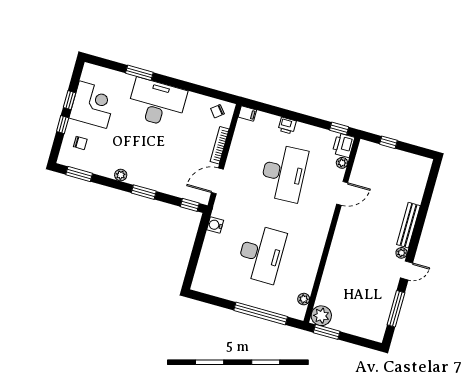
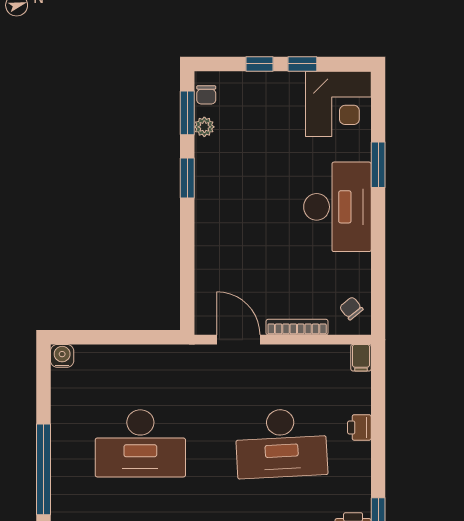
corner desk: (93, 105) -> (338, 104), moved
chair: (80, 143) -> (206, 95), moved
plant: (121, 175) -> (204, 127), moved
window: (144, 192) -> (187, 178), moved
window: (190, 205) -> (187, 306), removed
water cooler: (215, 225) -> (62, 356), moved

